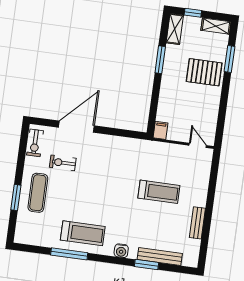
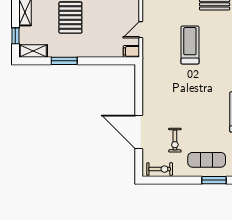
door: (198, 145) -> (141, 30), moved

